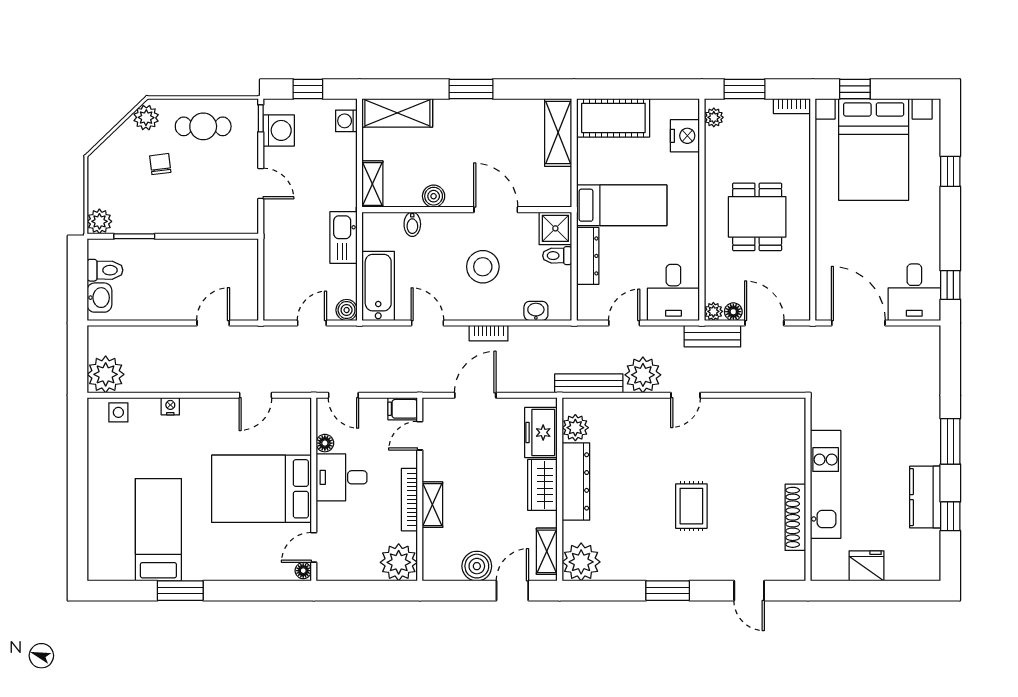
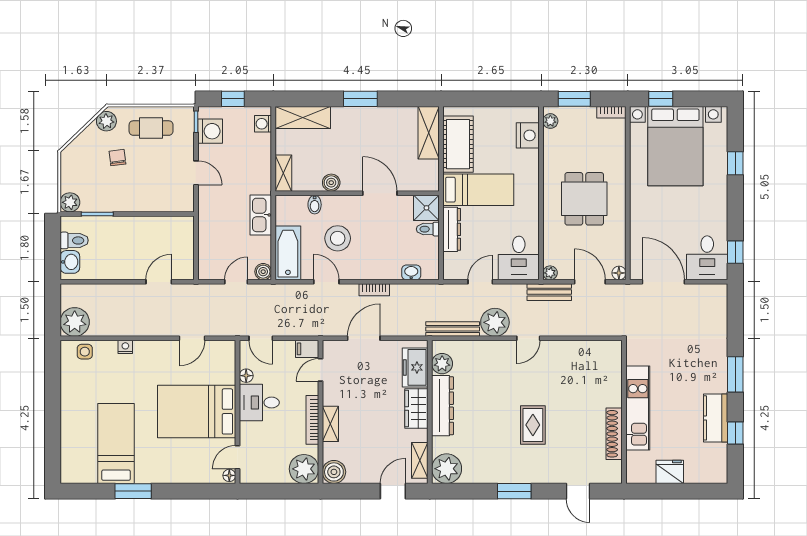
cot: (613, 118) -> (458, 144), moved, turned 90
stool: (483, 267) -> (338, 238), moved
floor lamp: (733, 312) -> (619, 273), moved
boiler: (477, 566) -> (334, 472), moved

